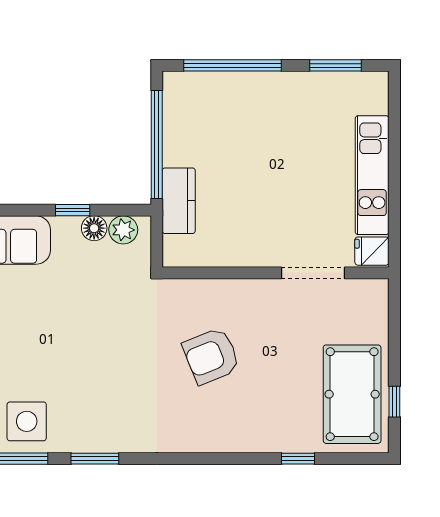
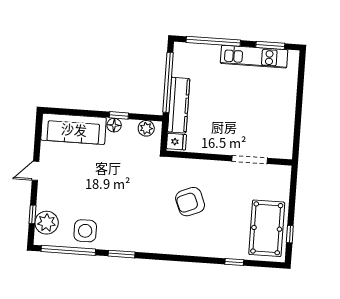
kitchen unit: (372, 175) -> (254, 57), moved, turned -90
kitchen counter: (179, 201) -> (179, 105), width x1.50
floor lamp: (94, 228) -> (114, 125), moved
fridge: (372, 251) -> (176, 142), moved, turned 180

